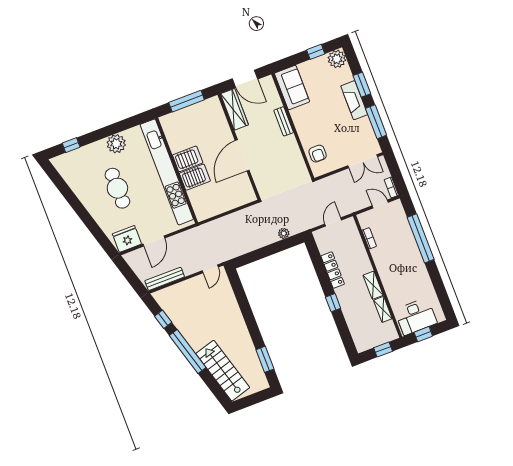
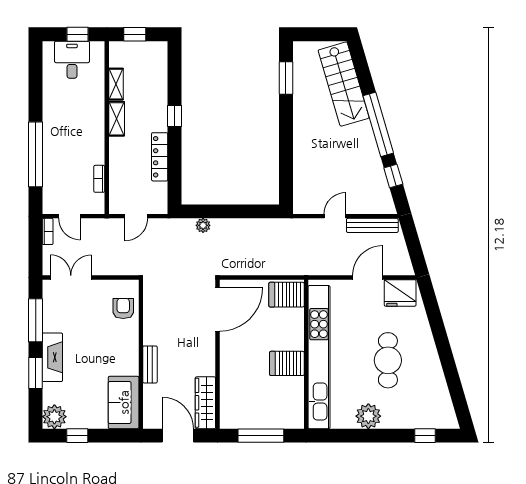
door: (242, 155) -> (217, 310), moved
server rack: (195, 177) -> (287, 295), moved
door: (210, 269) -> (335, 216), moved
desk: (416, 316) -> (72, 60), width x0.73

